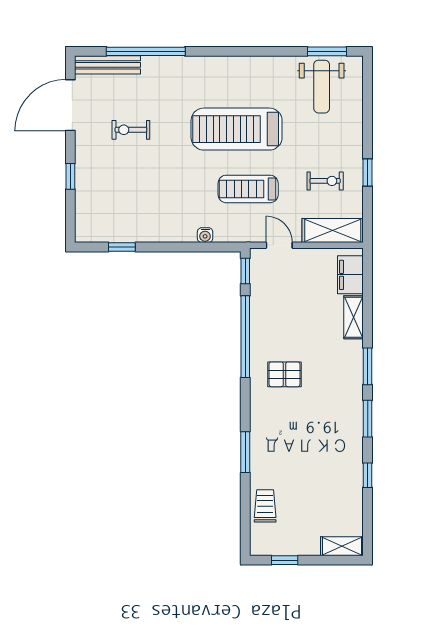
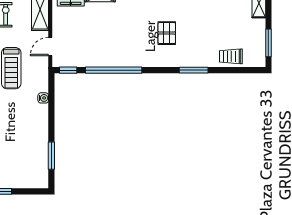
window: (122, 247) -> (51, 156), width x1.50
pallet: (285, 374) -> (167, 33), moved
window: (285, 560) -> (268, 43), width x1.50

